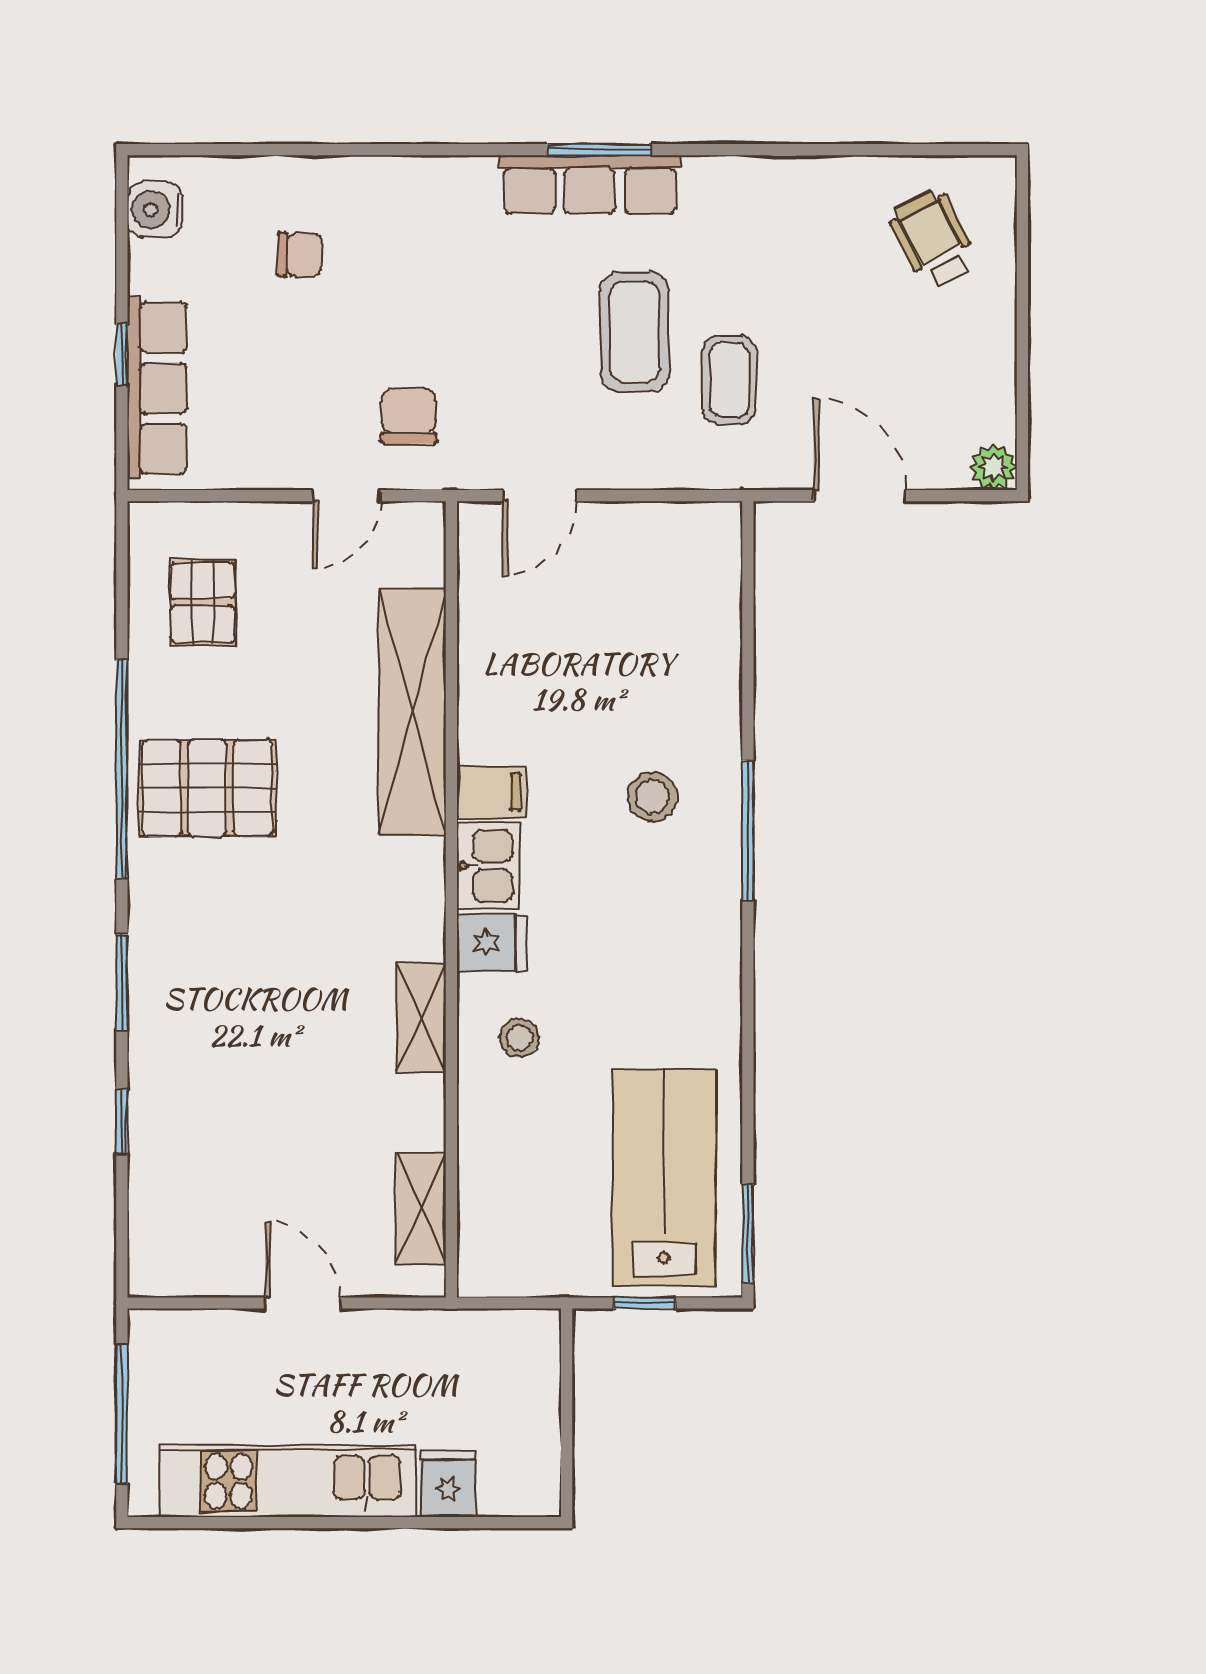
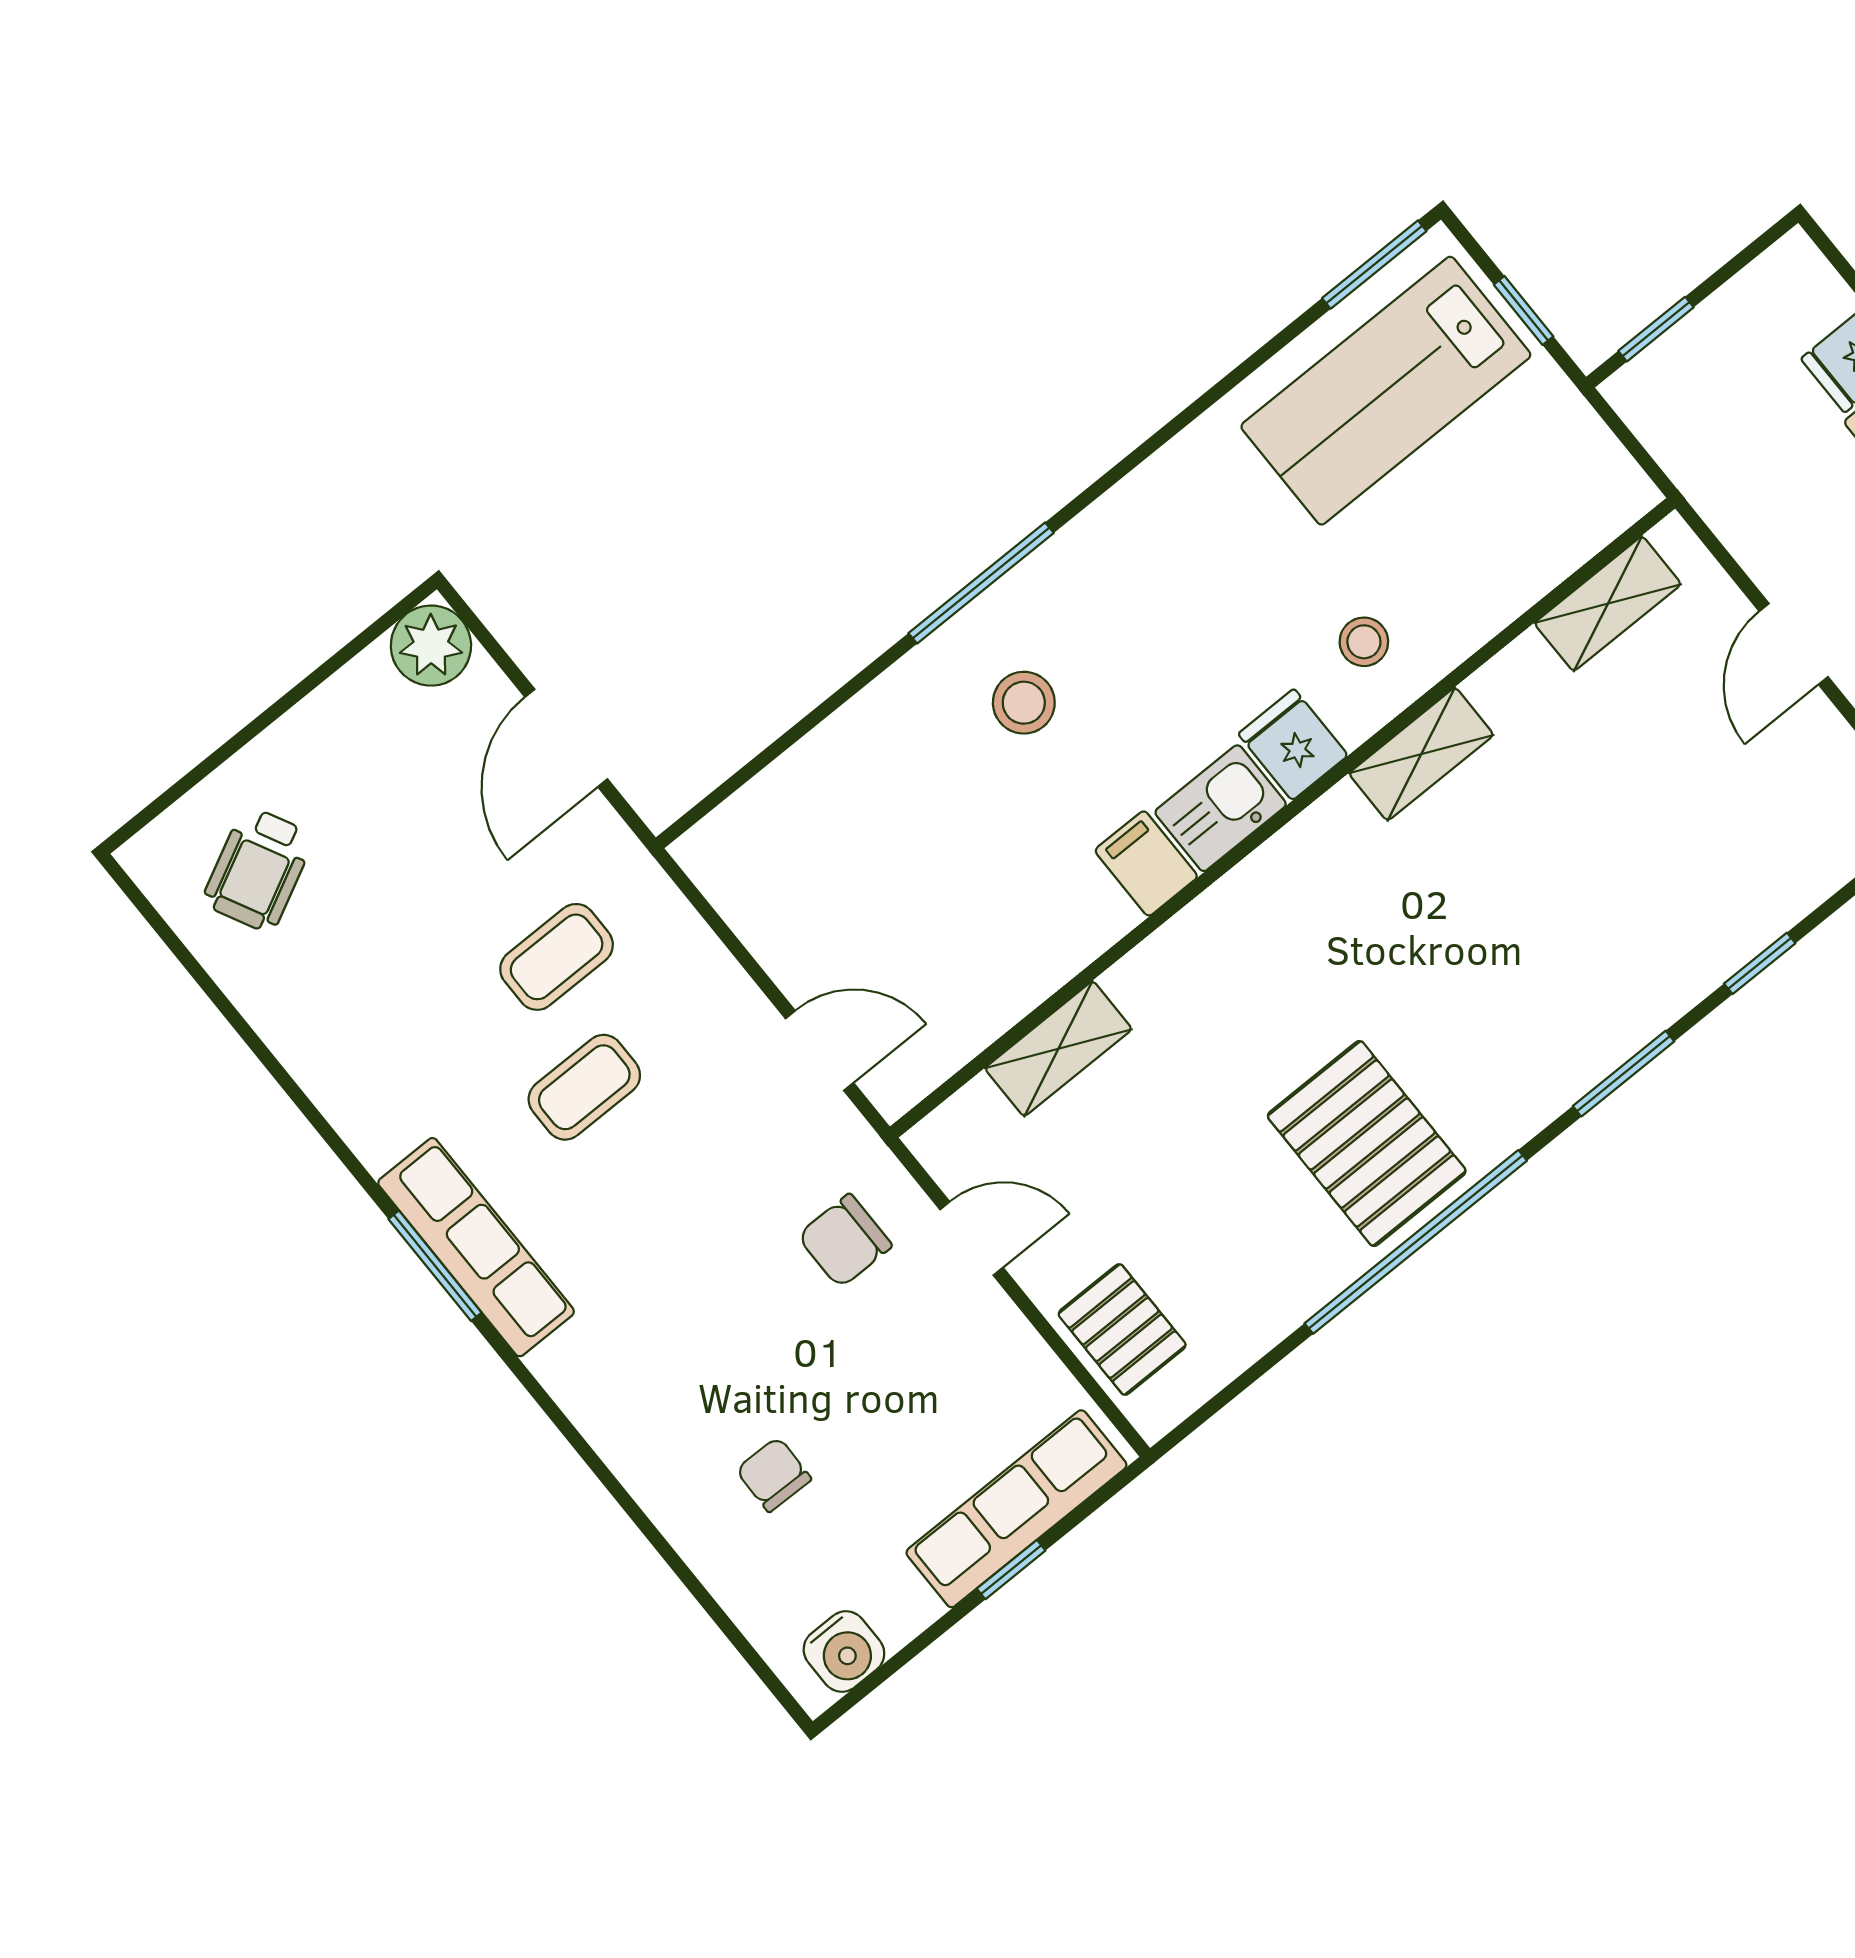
coffee table: (635, 332) -> (584, 1087), width x0.73, depth x0.77
plant: (994, 467) -> (431, 646), width x1.38, depth x1.38
pallet: (203, 602) -> (1122, 1329), moved, turned 90
shelving: (412, 712) -> (1058, 1049), width x0.45, depth x0.75
window: (567, 1376) -> (1656, 329), added

